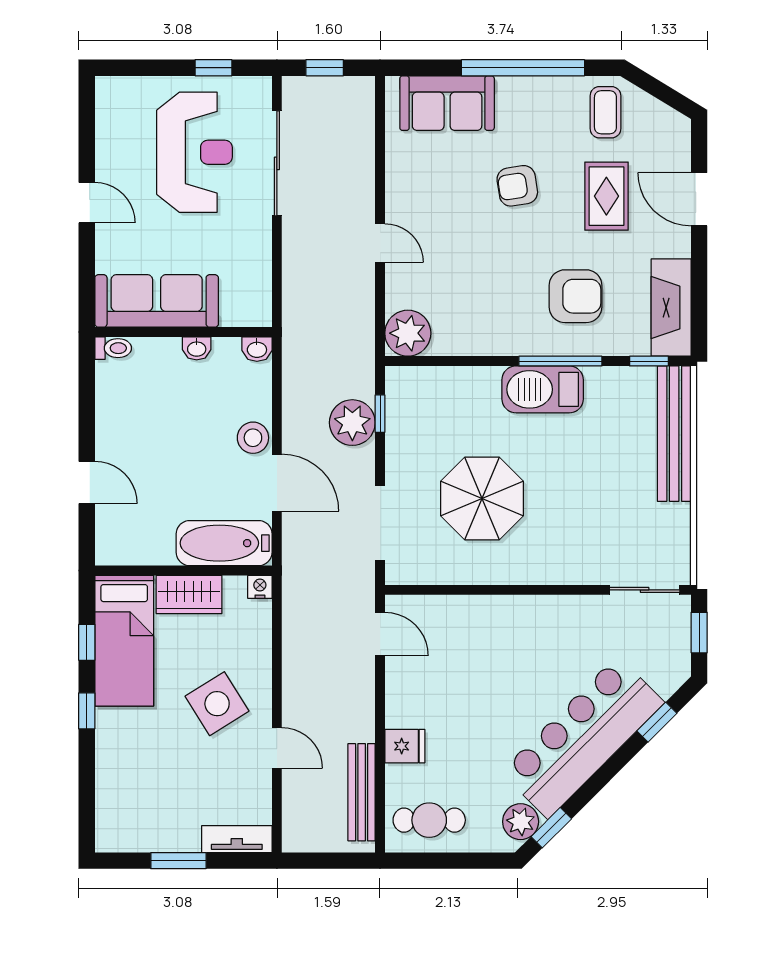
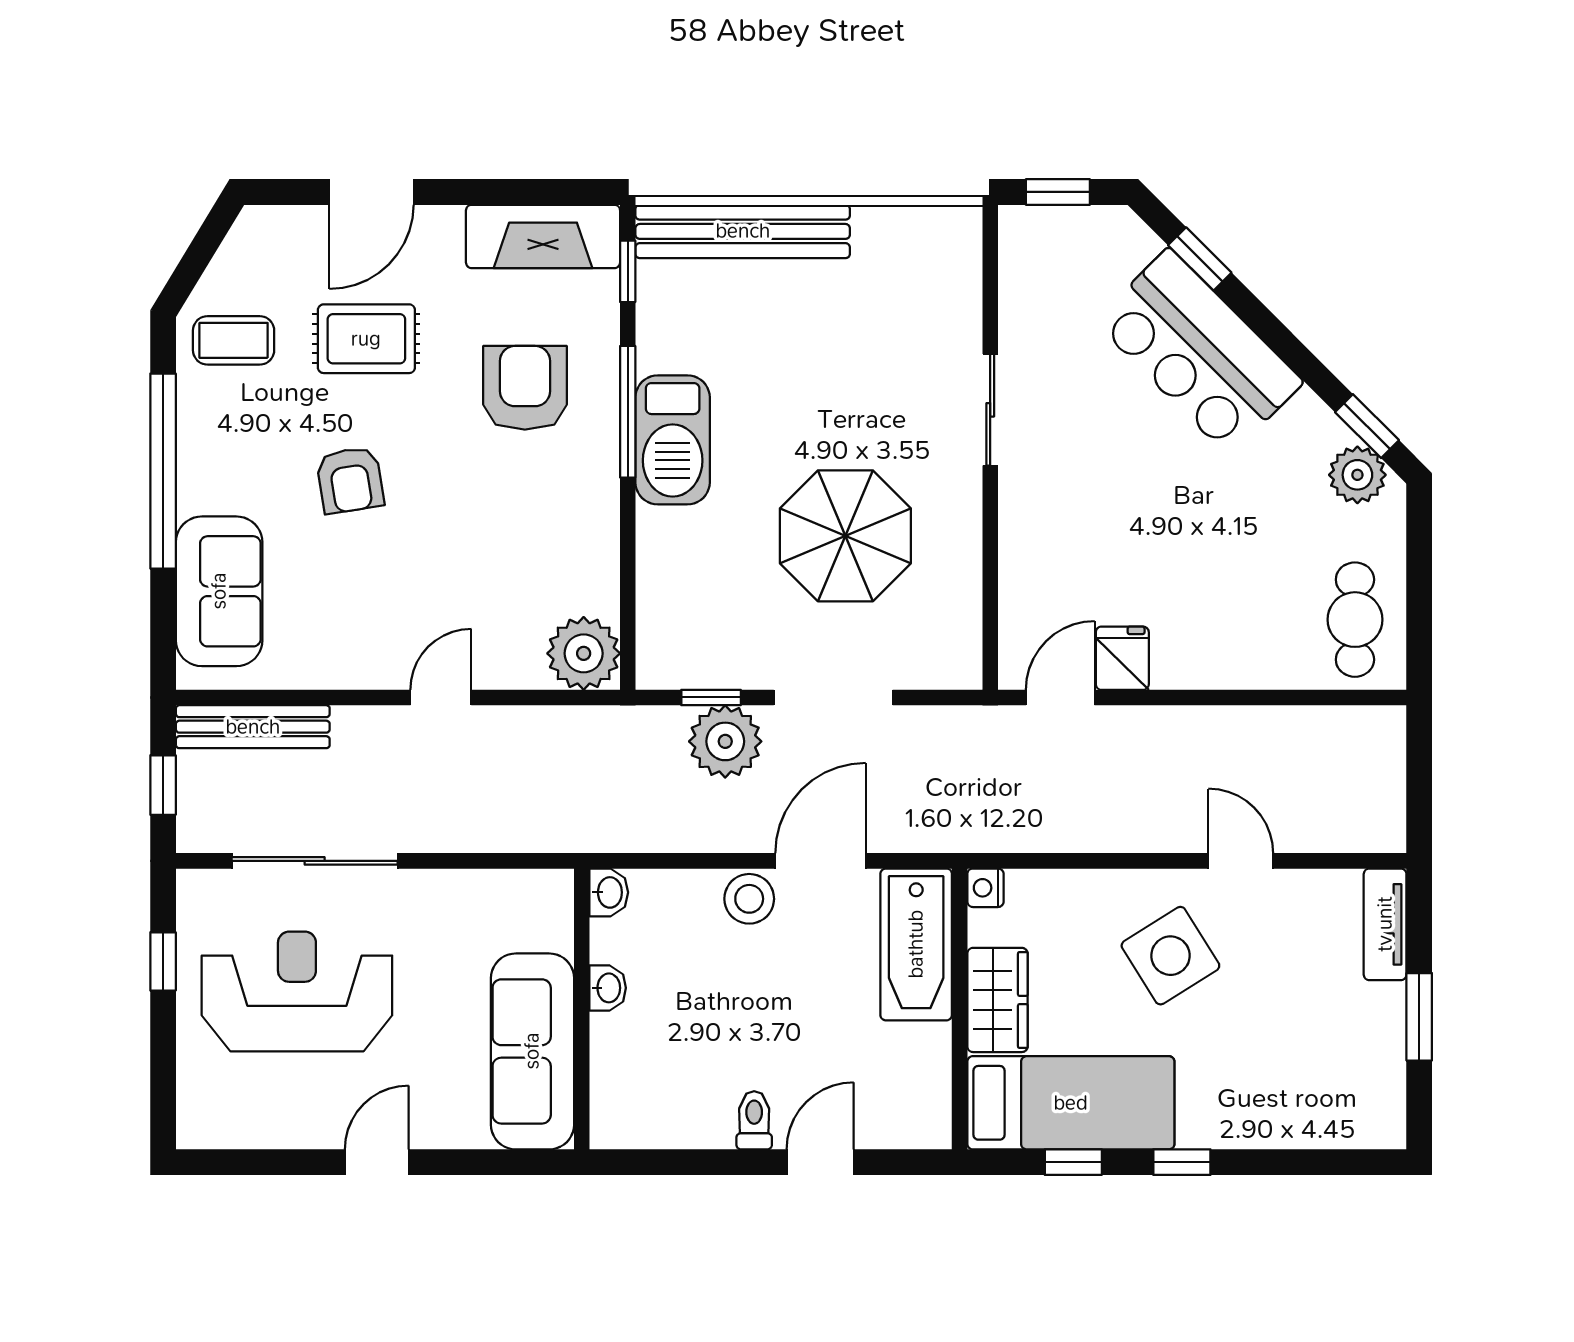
toilet: (113, 348) -> (754, 1120), moved
doorway: (380, 523) -> (833, 697), moved
sliding door: (645, 590) -> (990, 410), moved
bar counter: (583, 737) -> (1199, 352), width x0.73
fridge: (405, 746) -> (1122, 658), moved
door: (277, 748) -> (1241, 861), hinge flipped
bench: (362, 792) -> (253, 727), moved

